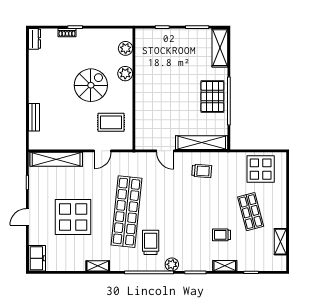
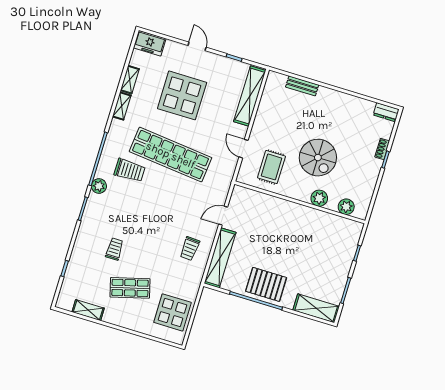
shelving: (225, 266) -> (130, 80), moved

